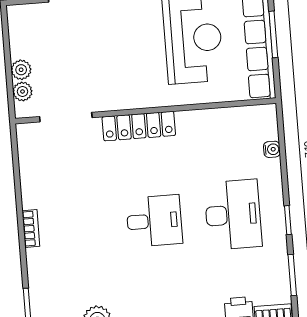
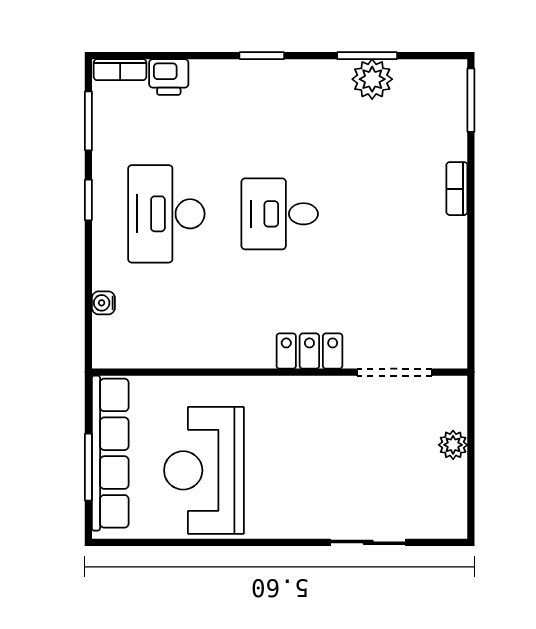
plant: (23, 91) -> (453, 414), removed
locker: (139, 126) -> (309, 351), width x0.66
bookcase: (31, 228) -> (457, 189), moved

